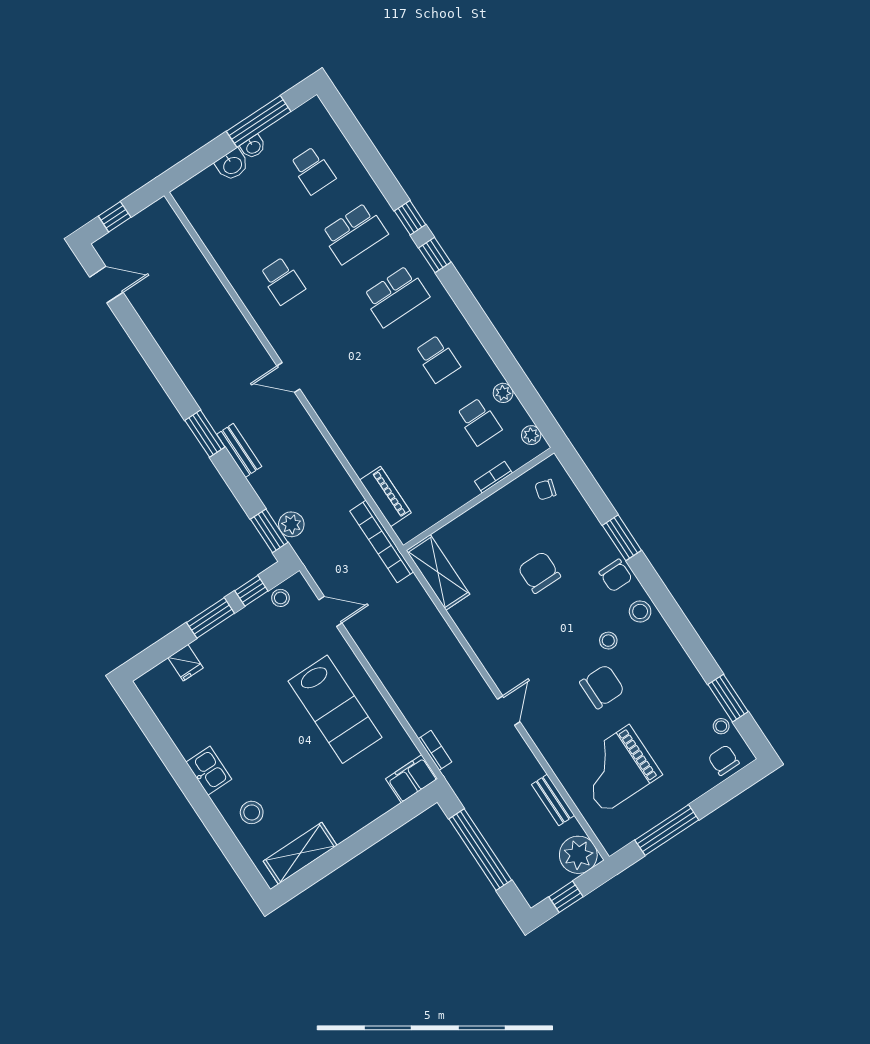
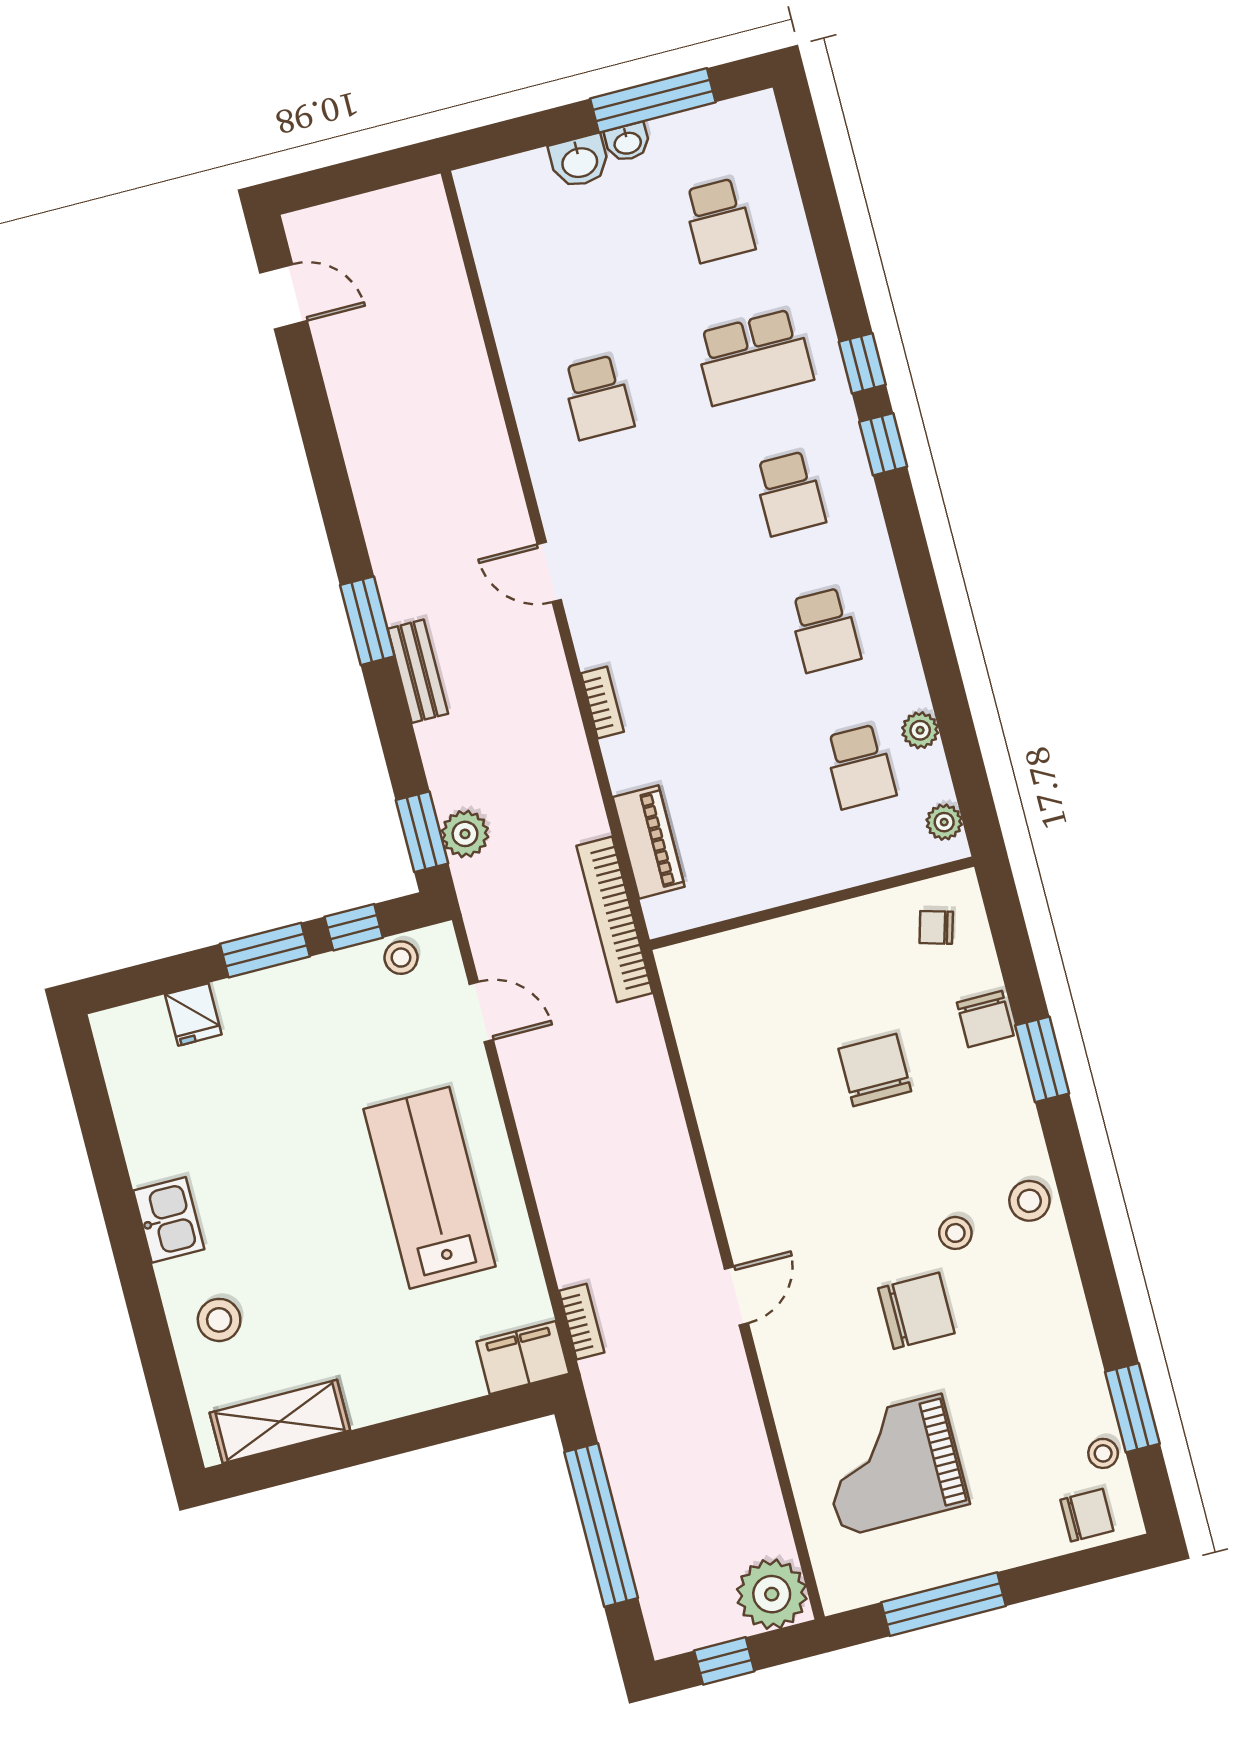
window: (115, 217) -> (340, 181), removed
school desk: (396, 296) -> (789, 493), width x0.54
bookcase: (493, 477) -> (602, 702), moved, turned 90
shelving: (438, 572) -> (695, 1008), removed
chair: (616, 575) -> (985, 1019), moved
lab bench: (335, 709) -> (429, 1188), turned 180
chair: (724, 760) -> (1087, 1515), turned 90
bench: (553, 800) -> (761, 1482), removed

